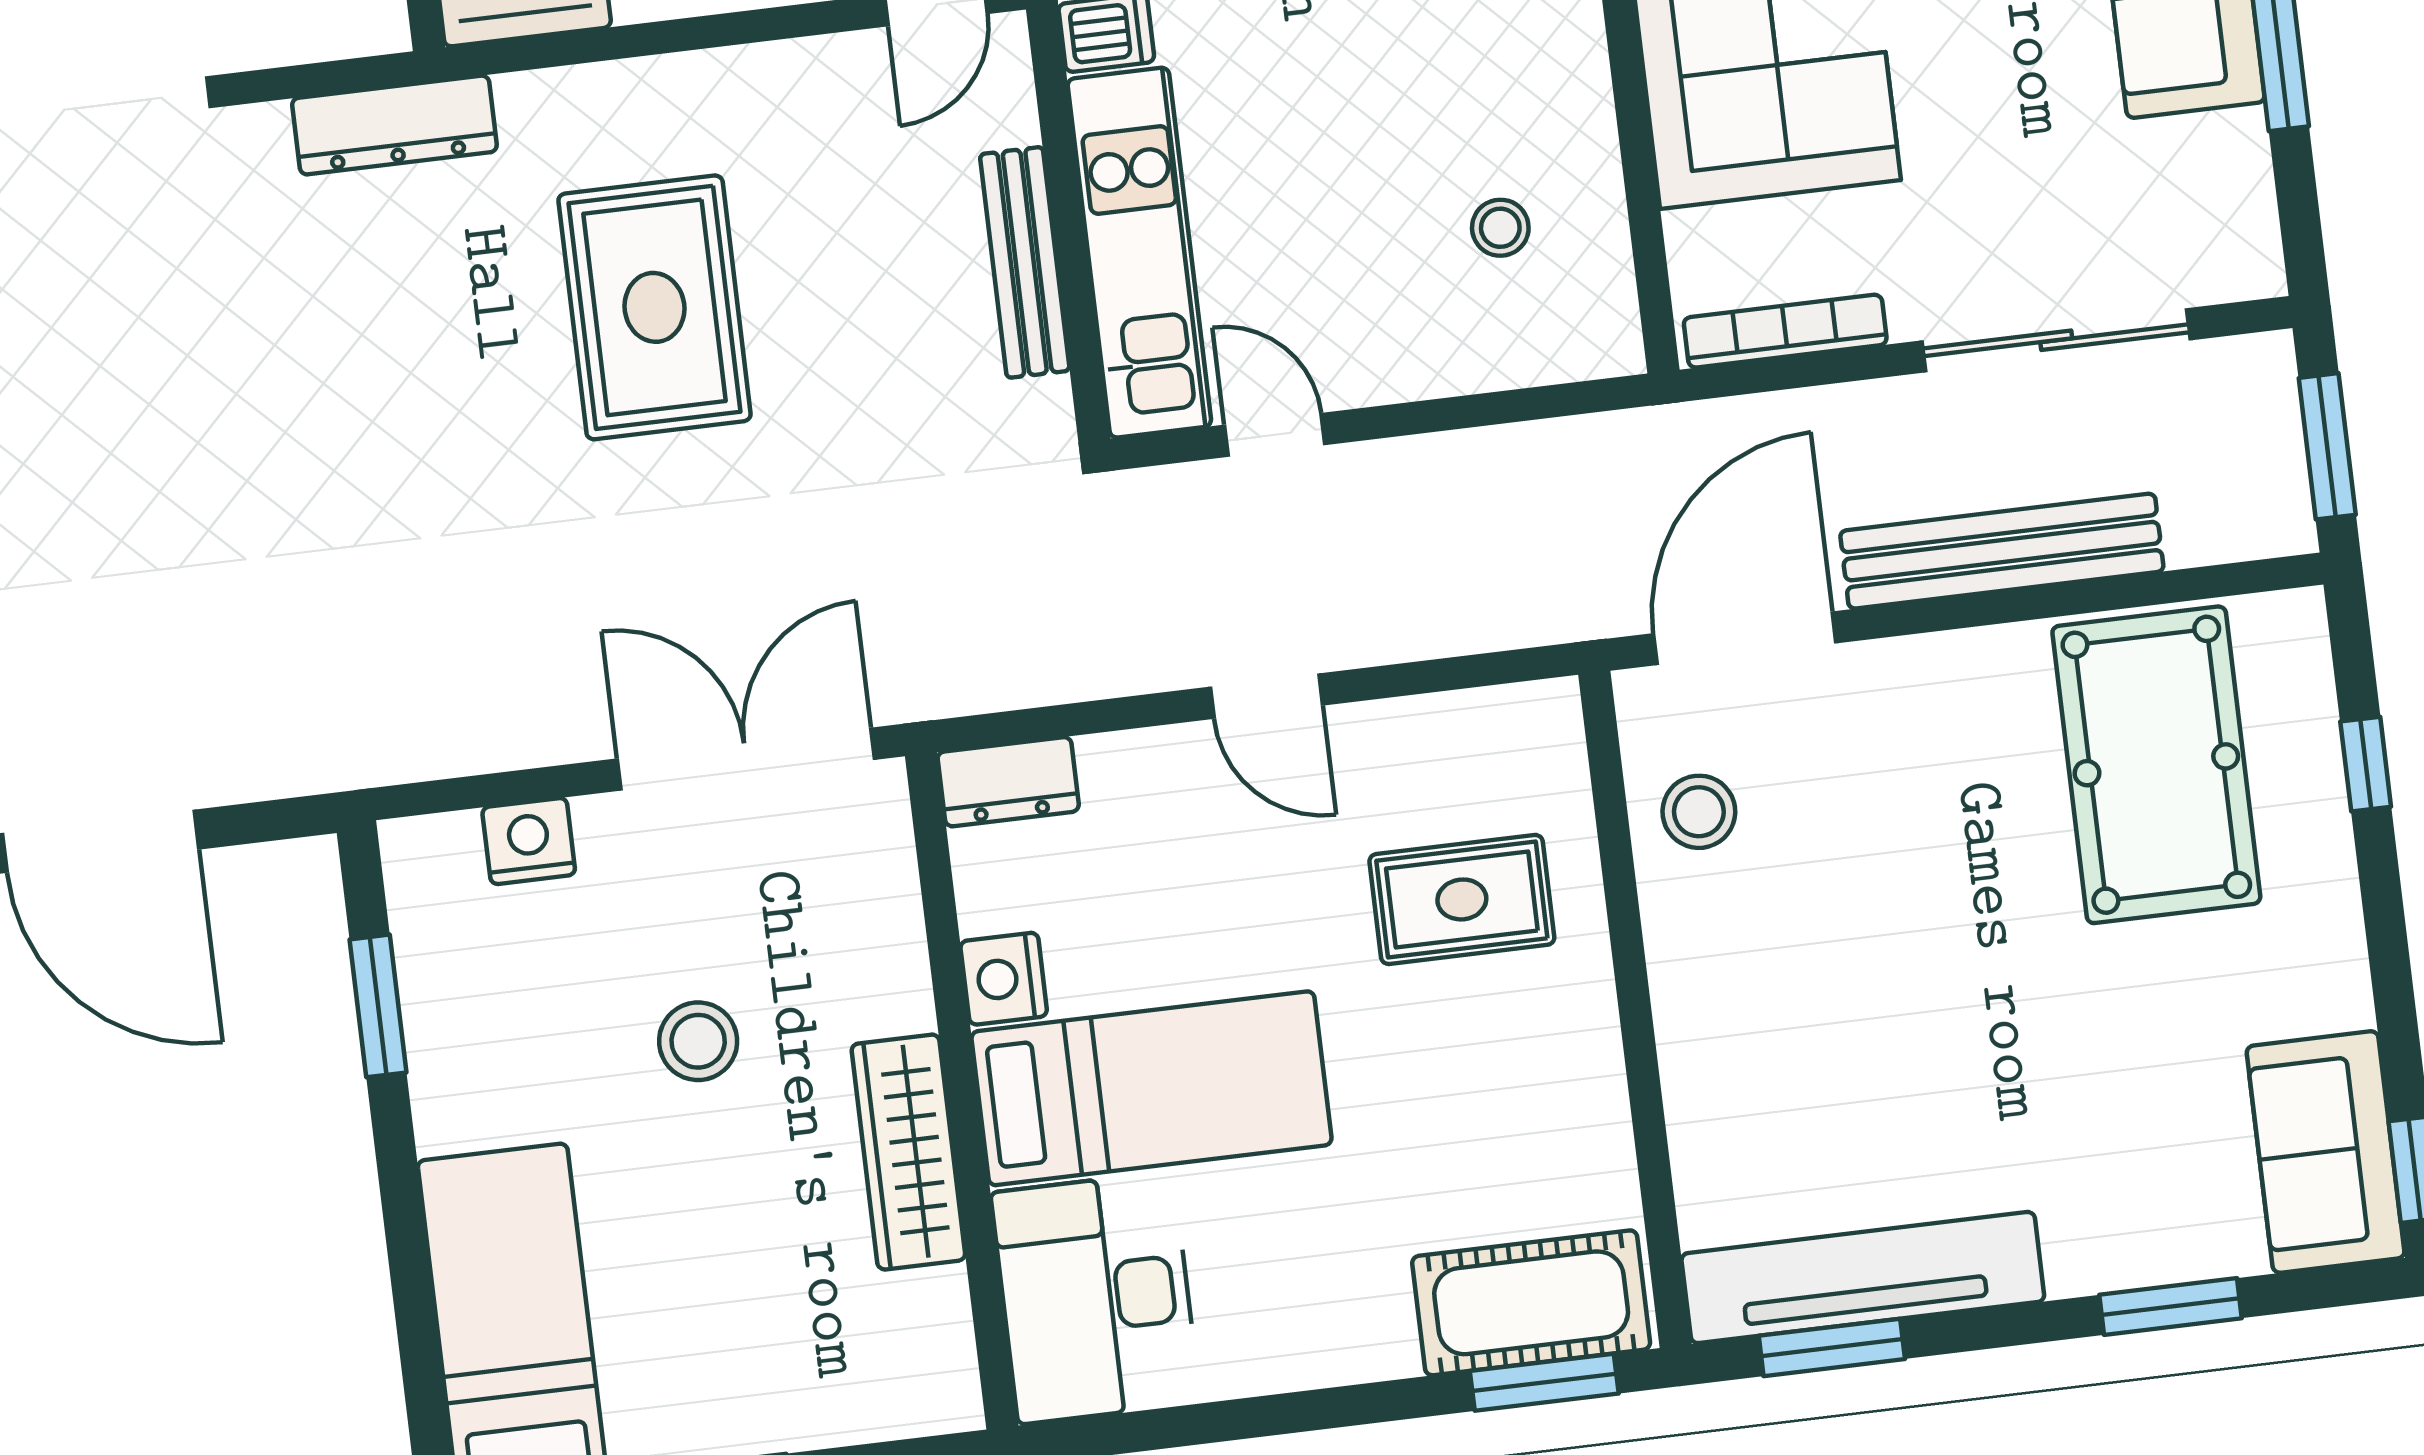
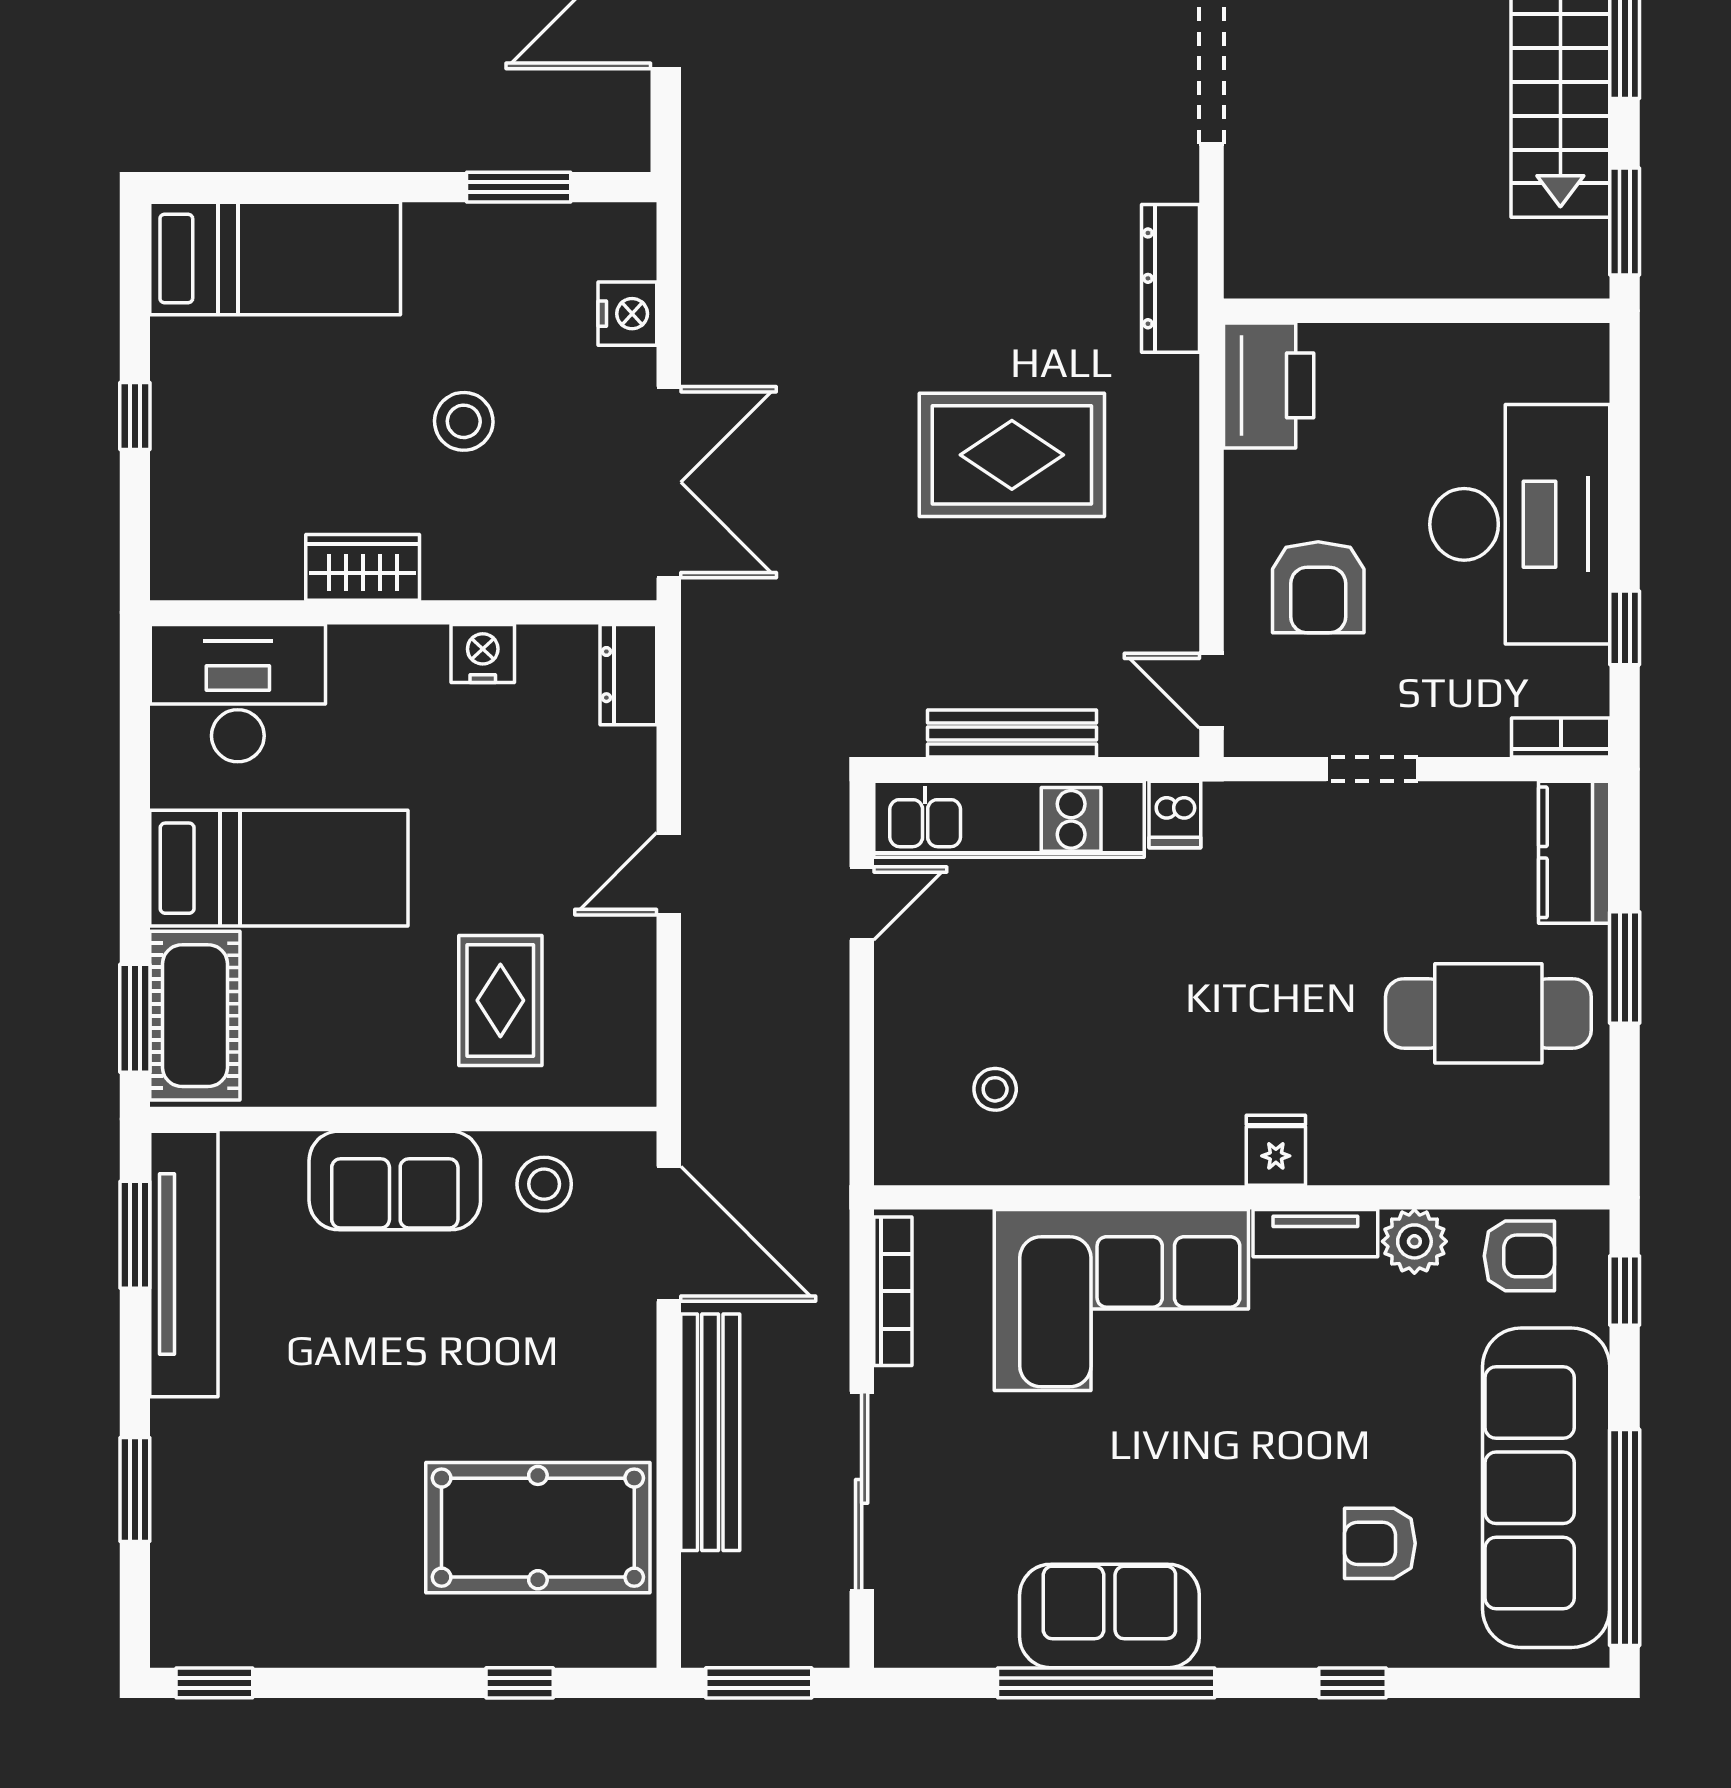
bed: (1152, 1088) -> (279, 868), moved, turned -90
wardrobe: (908, 1152) -> (363, 567), width x0.67
sofa: (2326, 1152) -> (395, 1181), moved, turned 180

